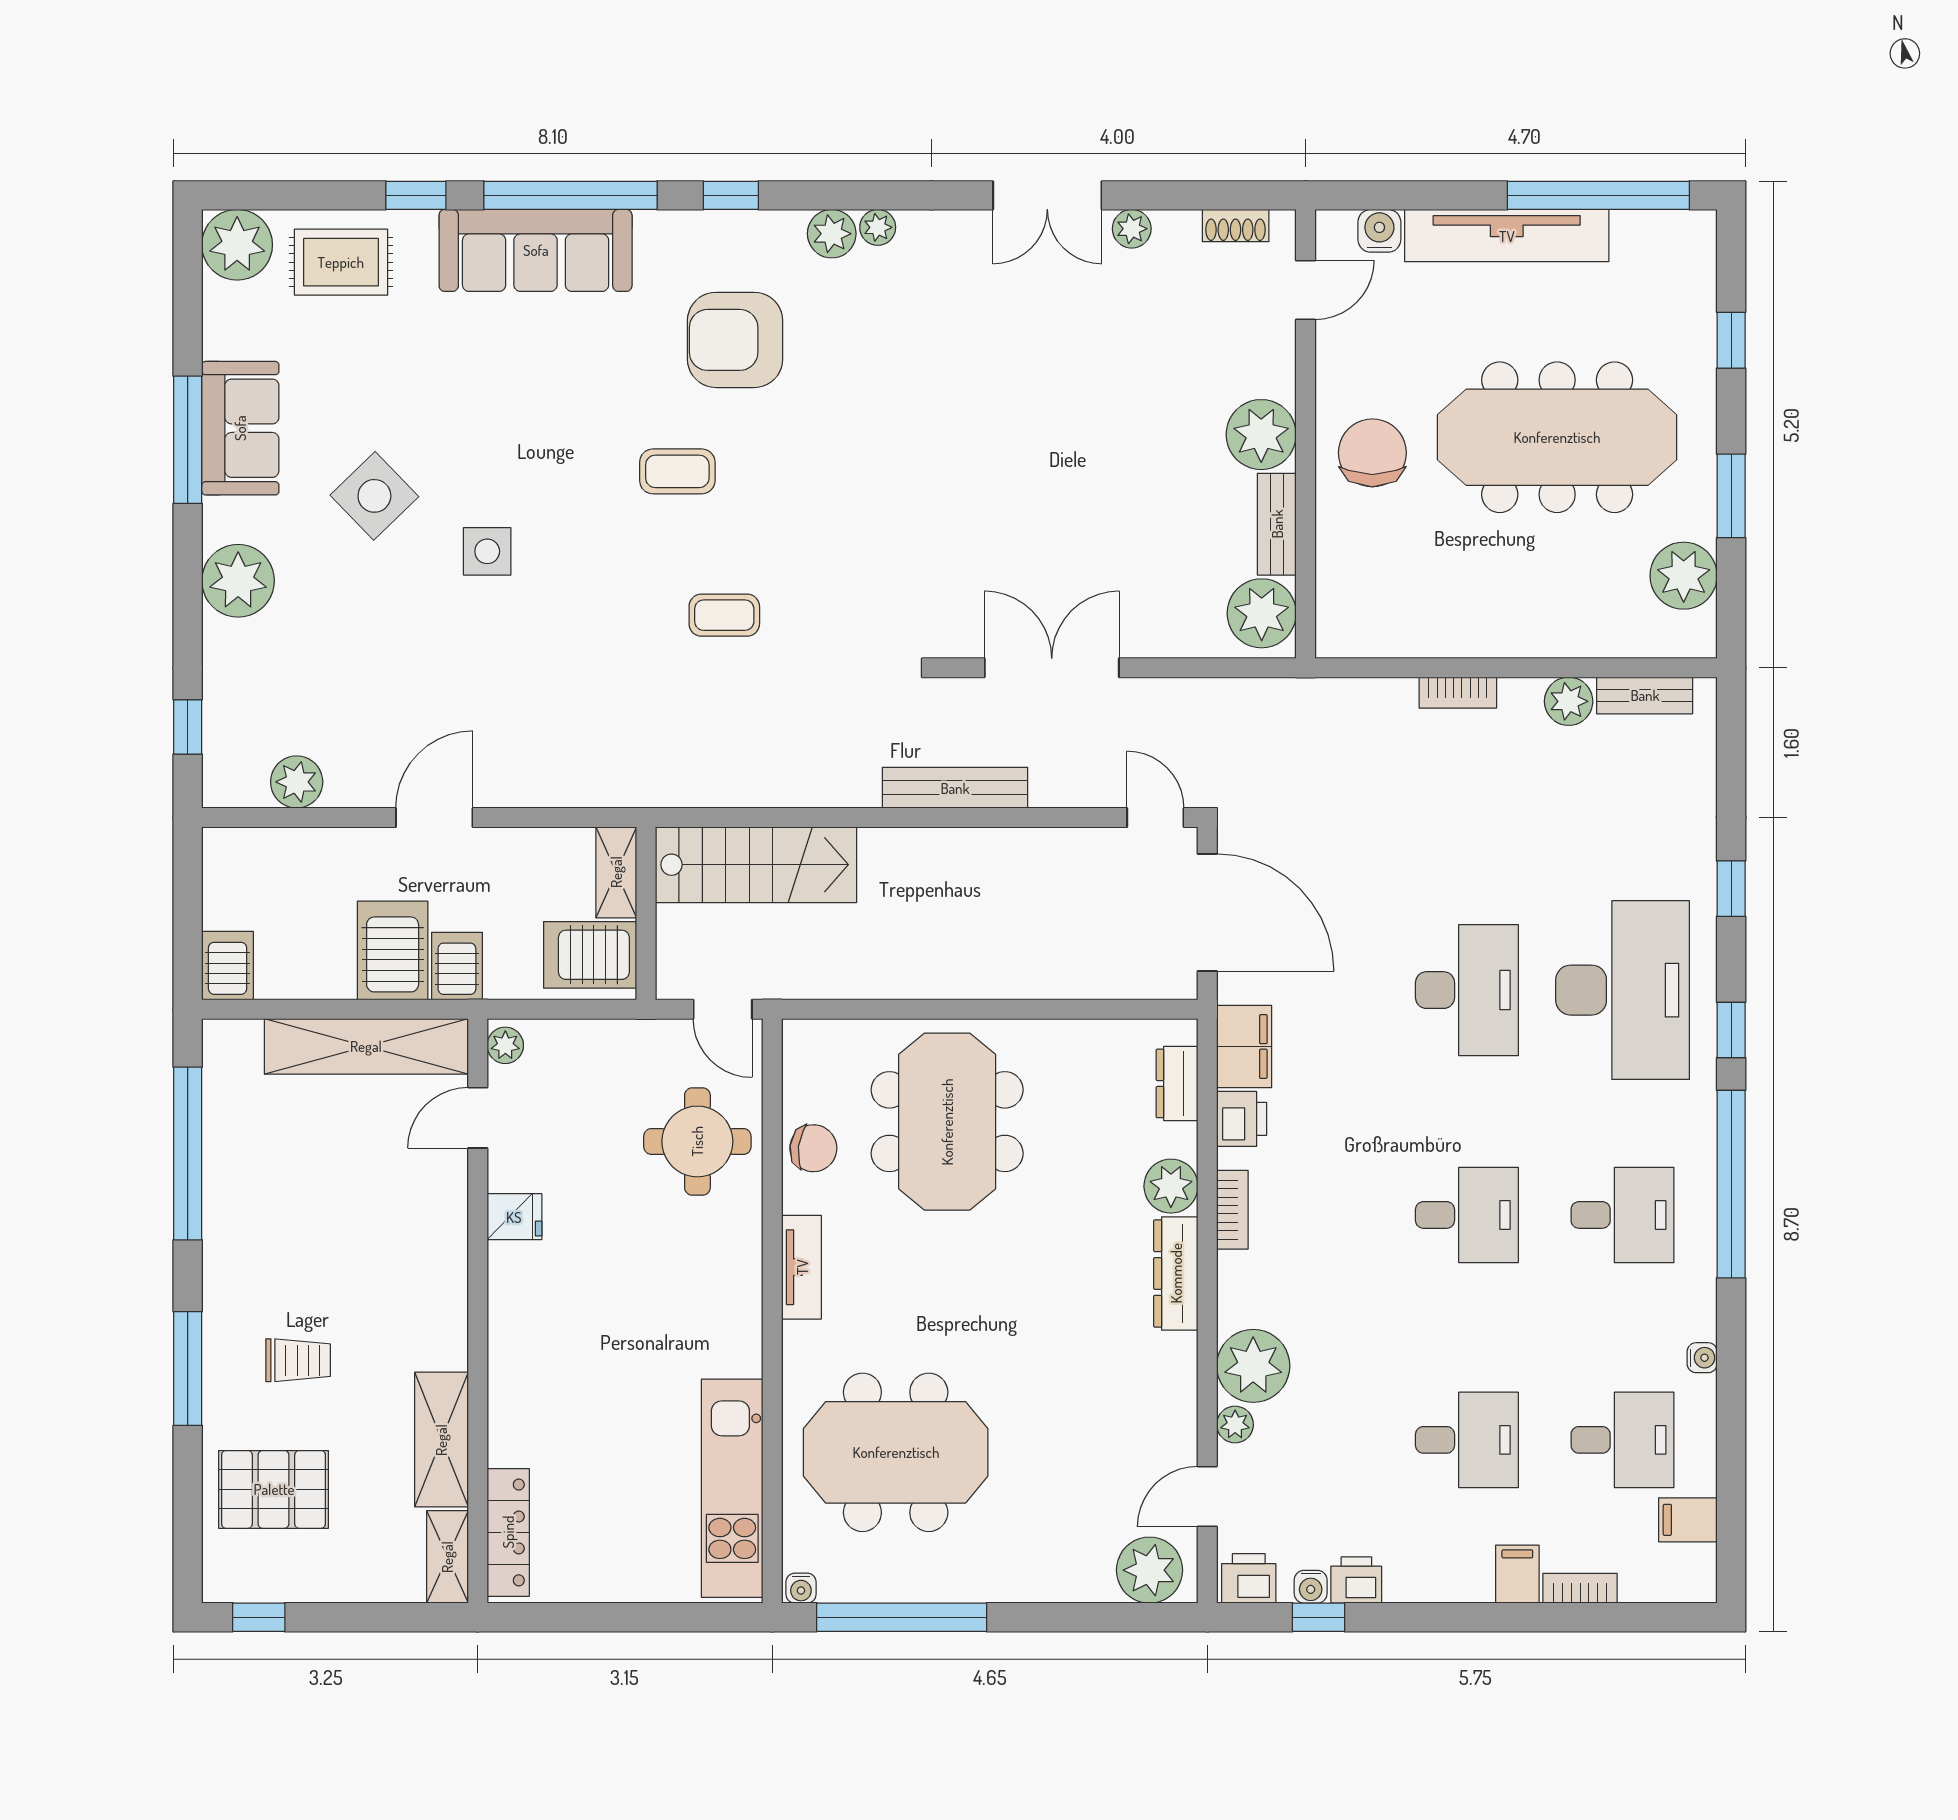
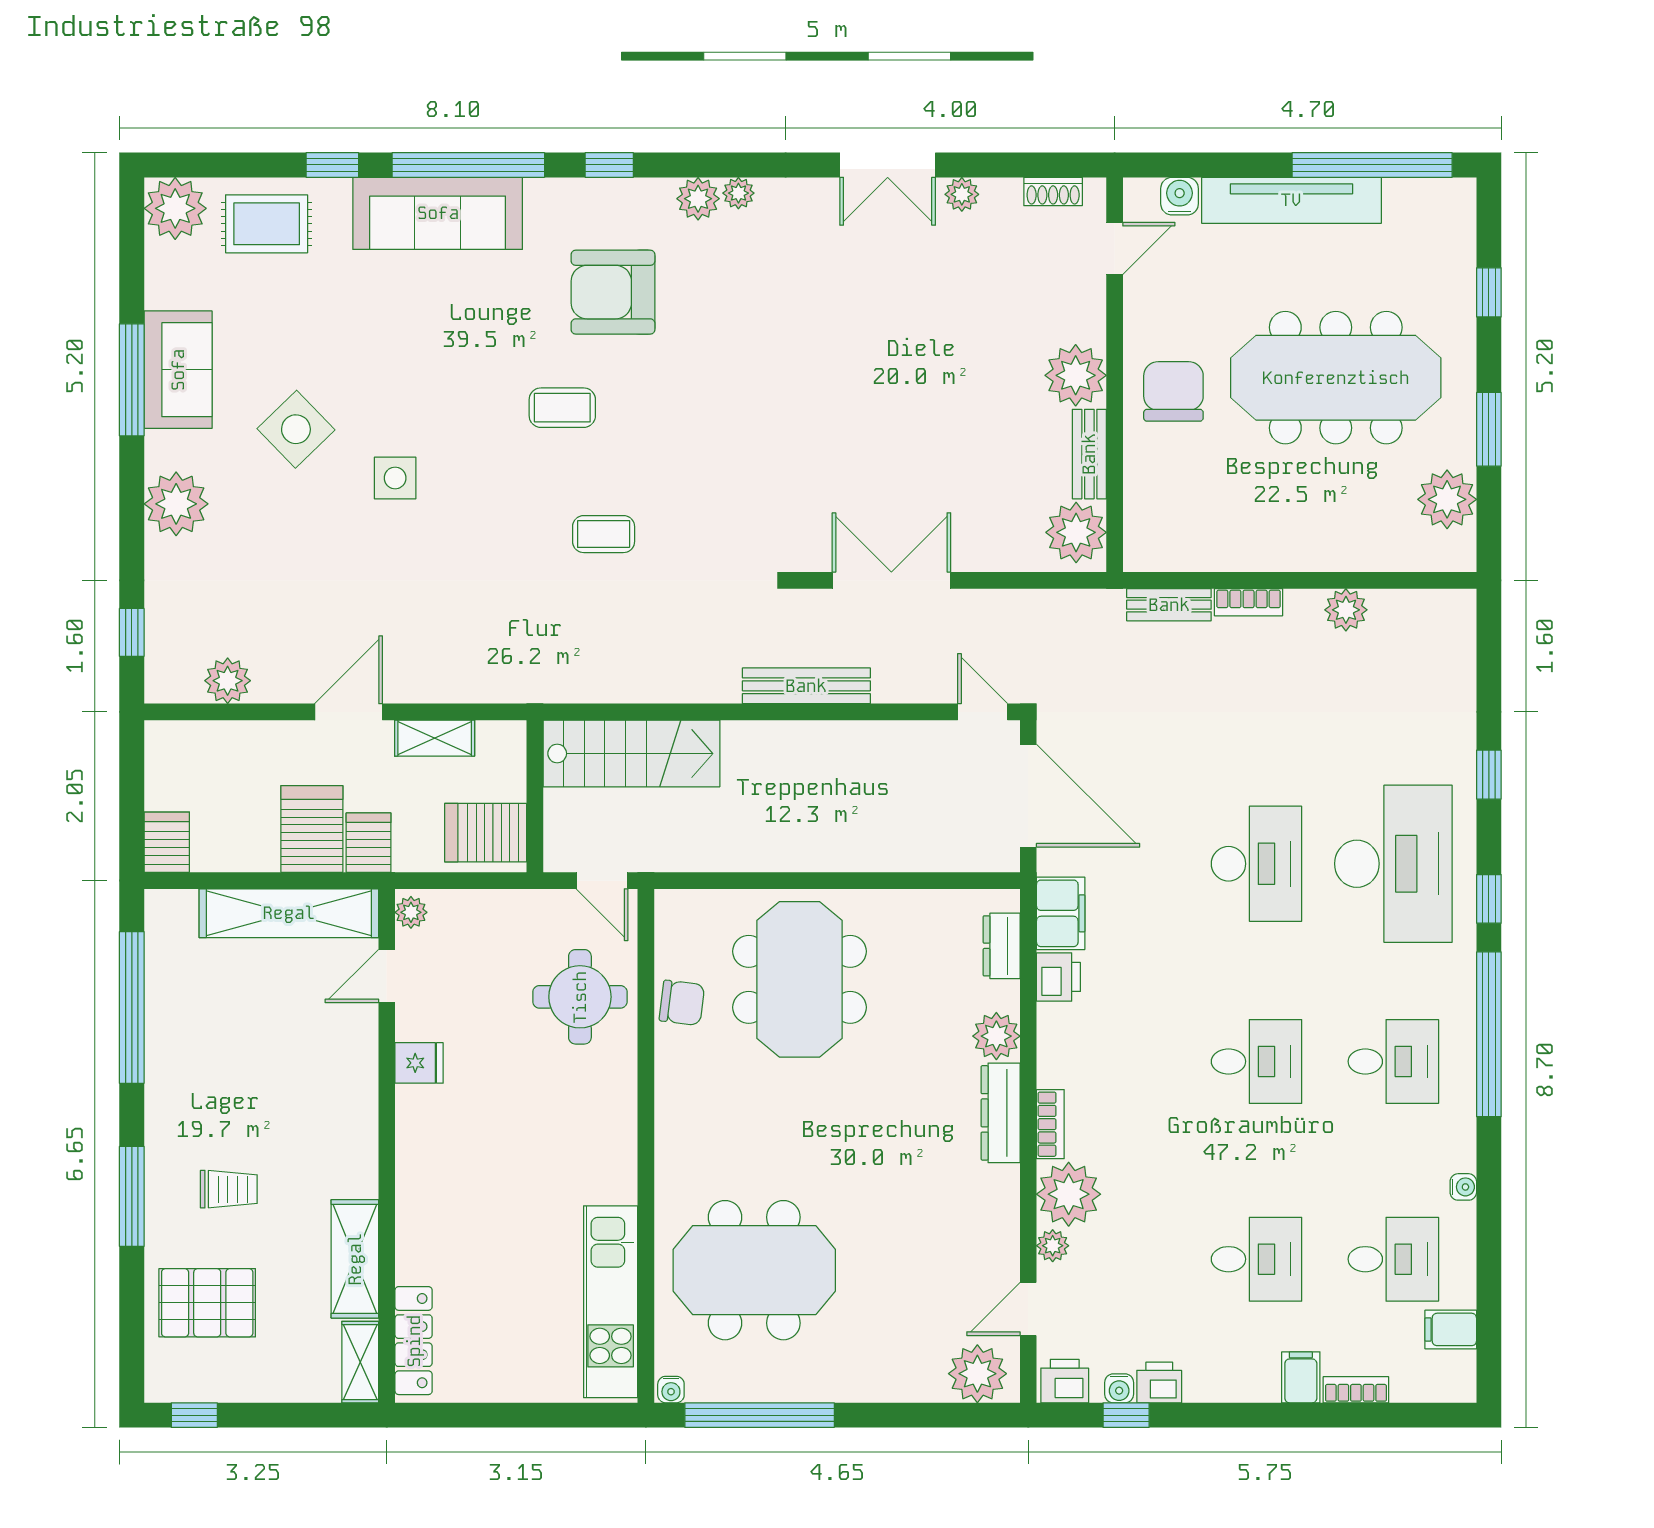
bench: (1645, 695) -> (1169, 605), moved
shelving: (616, 872) -> (435, 738), moved, turned 90
bookcase: (1232, 1210) -> (1050, 1124), moved
tv unit: (802, 1267) -> (671, 1107), removed

